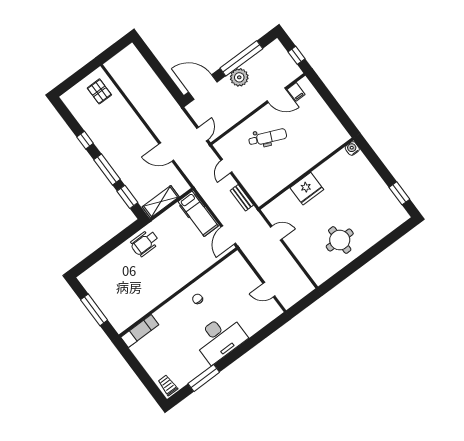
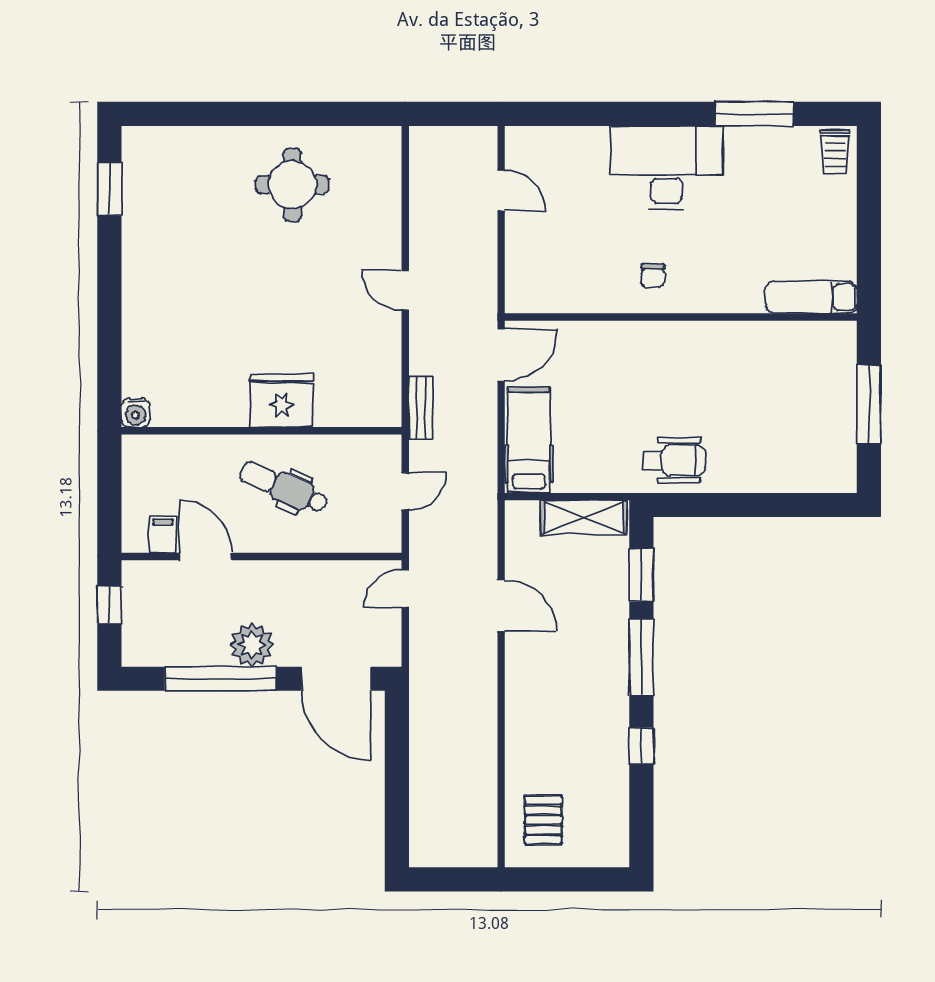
water cooler: (352, 148) -> (136, 413), moved
wall: (306, 174) -> (262, 431), moved
fridge: (307, 189) -> (282, 401), moved

